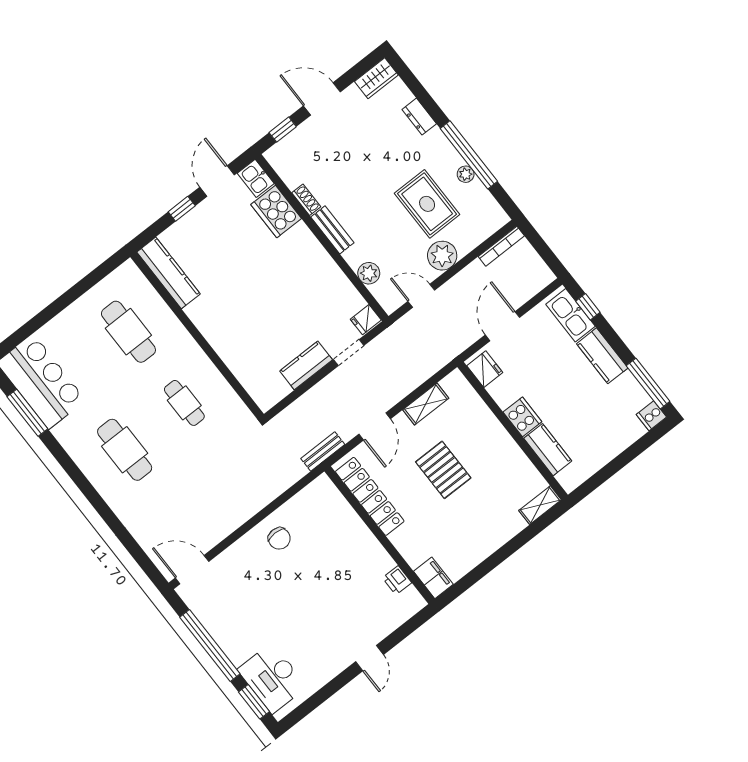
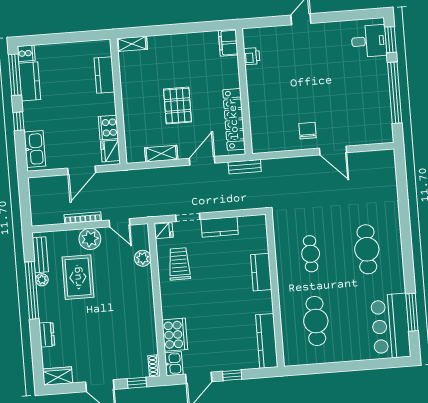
shoe rack: (306, 200) -> (154, 366), moved
bench: (332, 230) -> (40, 255), moved
bookcase: (501, 246) -> (83, 218), moved
trolley: (324, 294) -> (179, 264), added
window: (588, 307) -> (19, 121), moved
kitchen counter: (226, 346) -> (261, 272), added
kitchen counter: (602, 356) -> (30, 81), moved
cooker: (522, 417) -> (108, 128), moved
door: (192, 570) -> (333, 150), moved
desk: (272, 678) -> (369, 41), width x0.73

